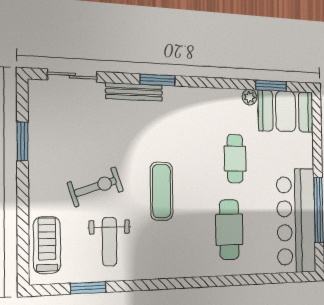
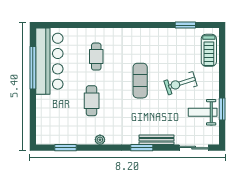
plant: (250, 97) -> (100, 140), moved
booth: (286, 111) -> (55, 132), removed
cafe table: (229, 229) -> (96, 57), width x0.73, depth x0.74
weight bench: (110, 242) -> (203, 112), moved, turned -90

